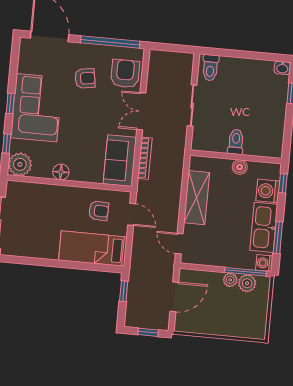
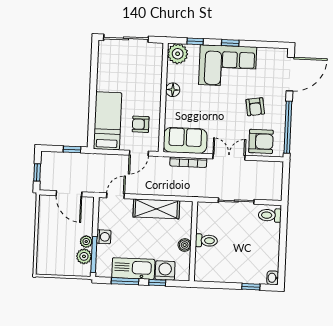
window: (283, 183) -> (157, 283), moved
armchair: (99, 211) -> (141, 124), turned 88
washing machine: (264, 263) -> (104, 237), moved, turned 90

